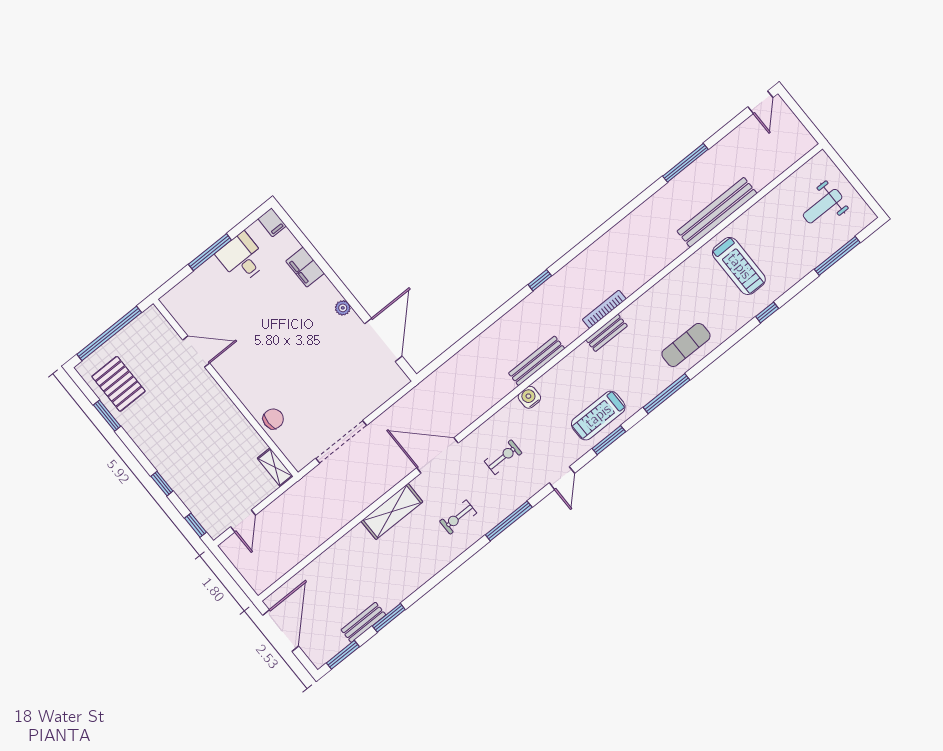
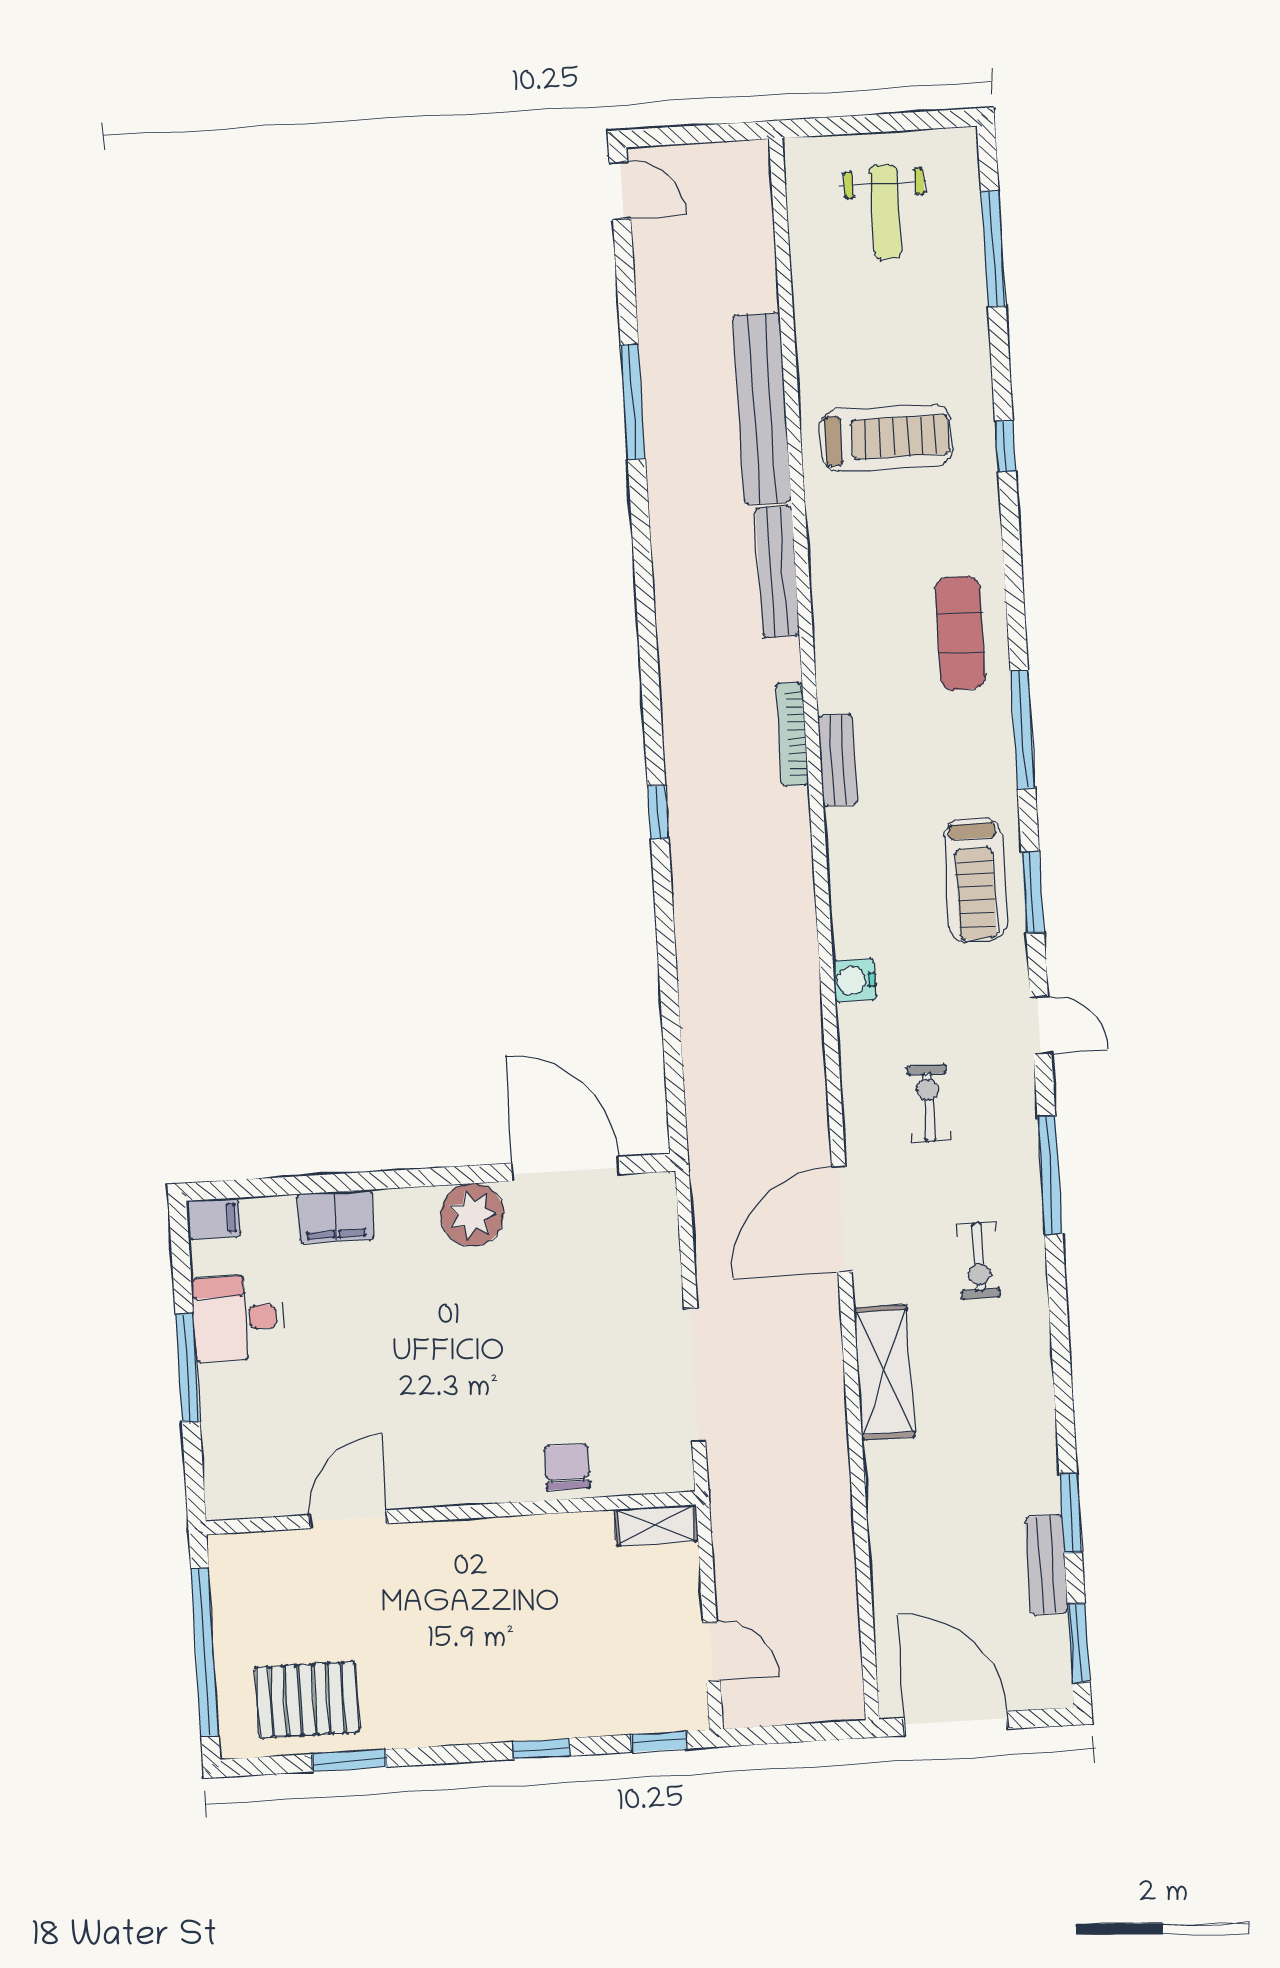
plant: (343, 308) -> (472, 1215), width x1.88, depth x1.88
bench: (537, 361) -> (777, 572), moved

